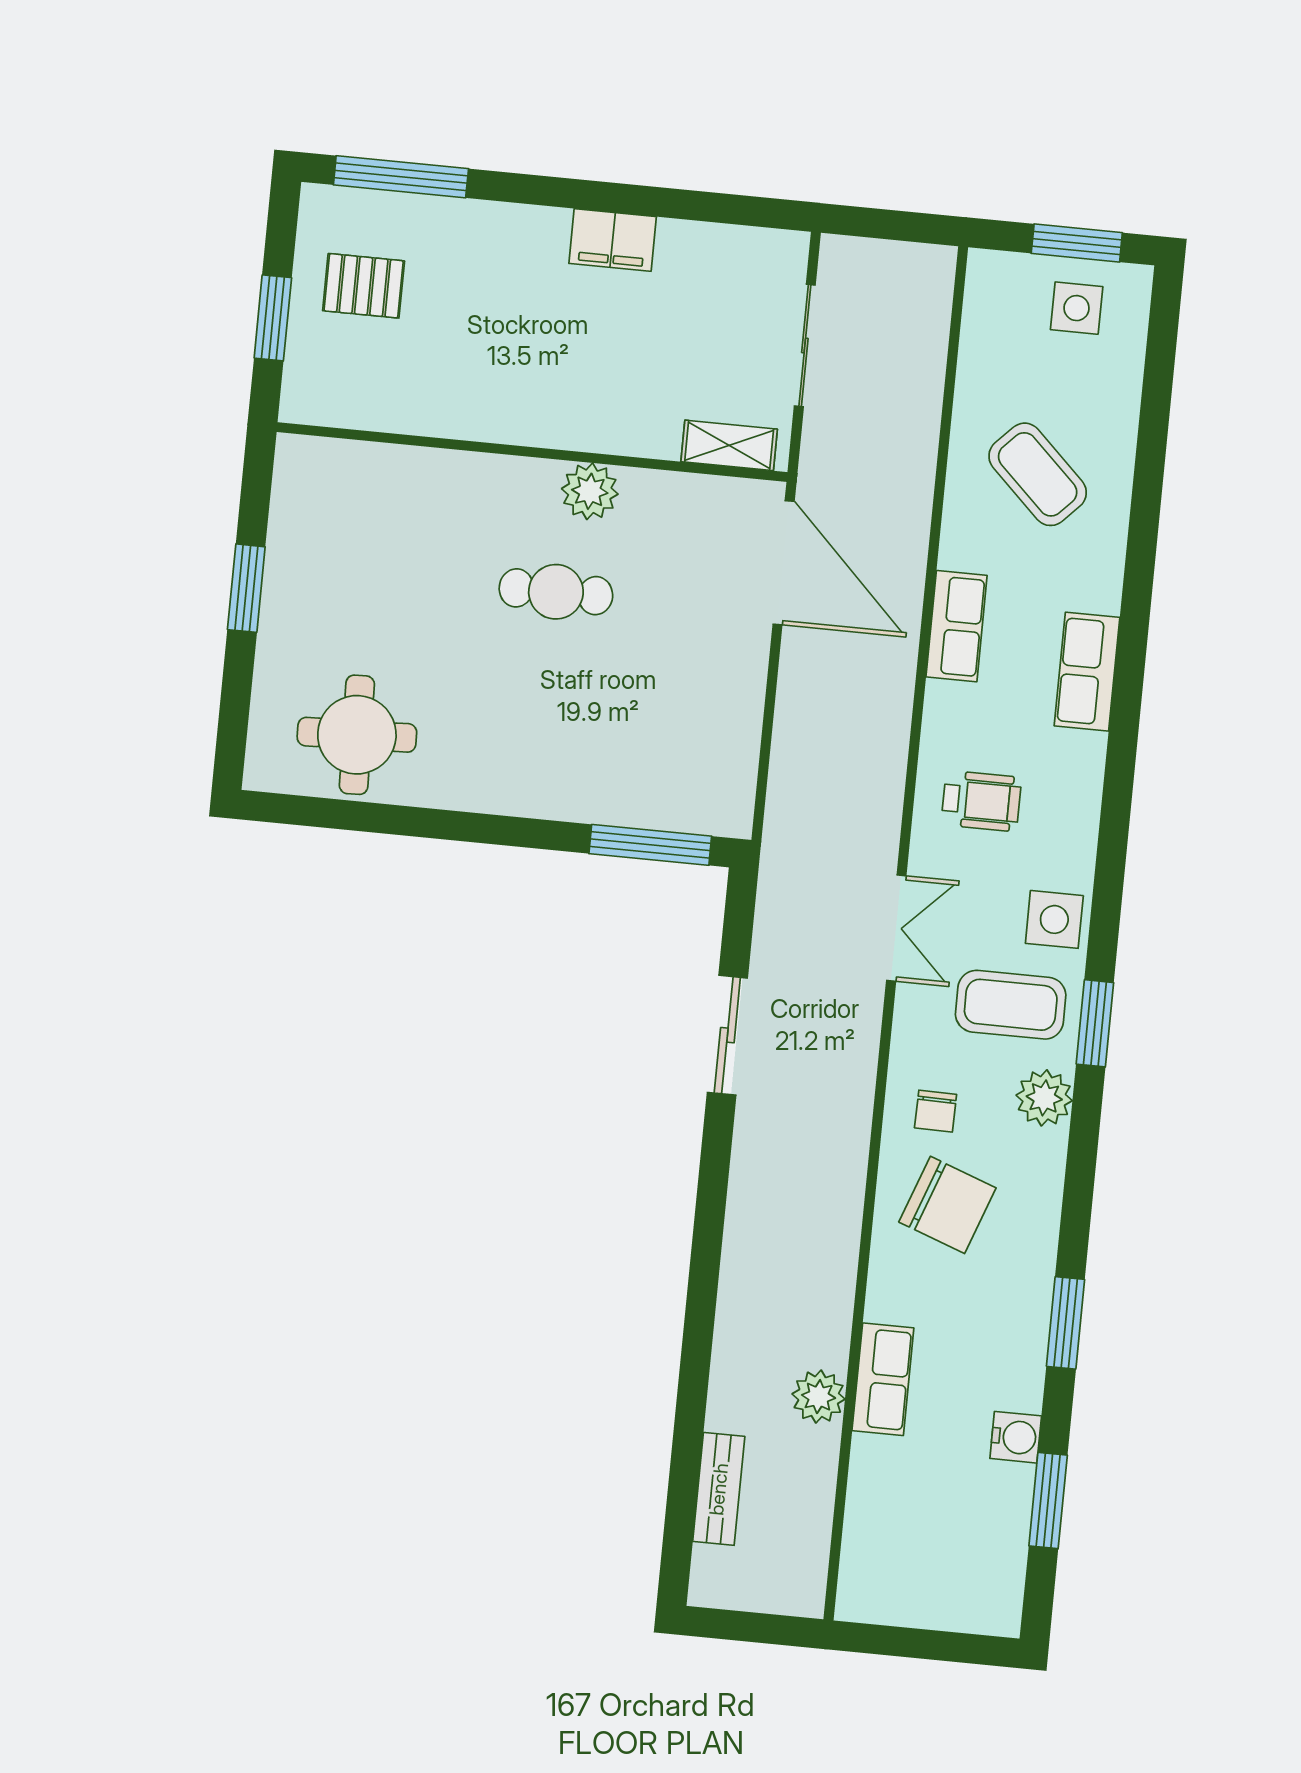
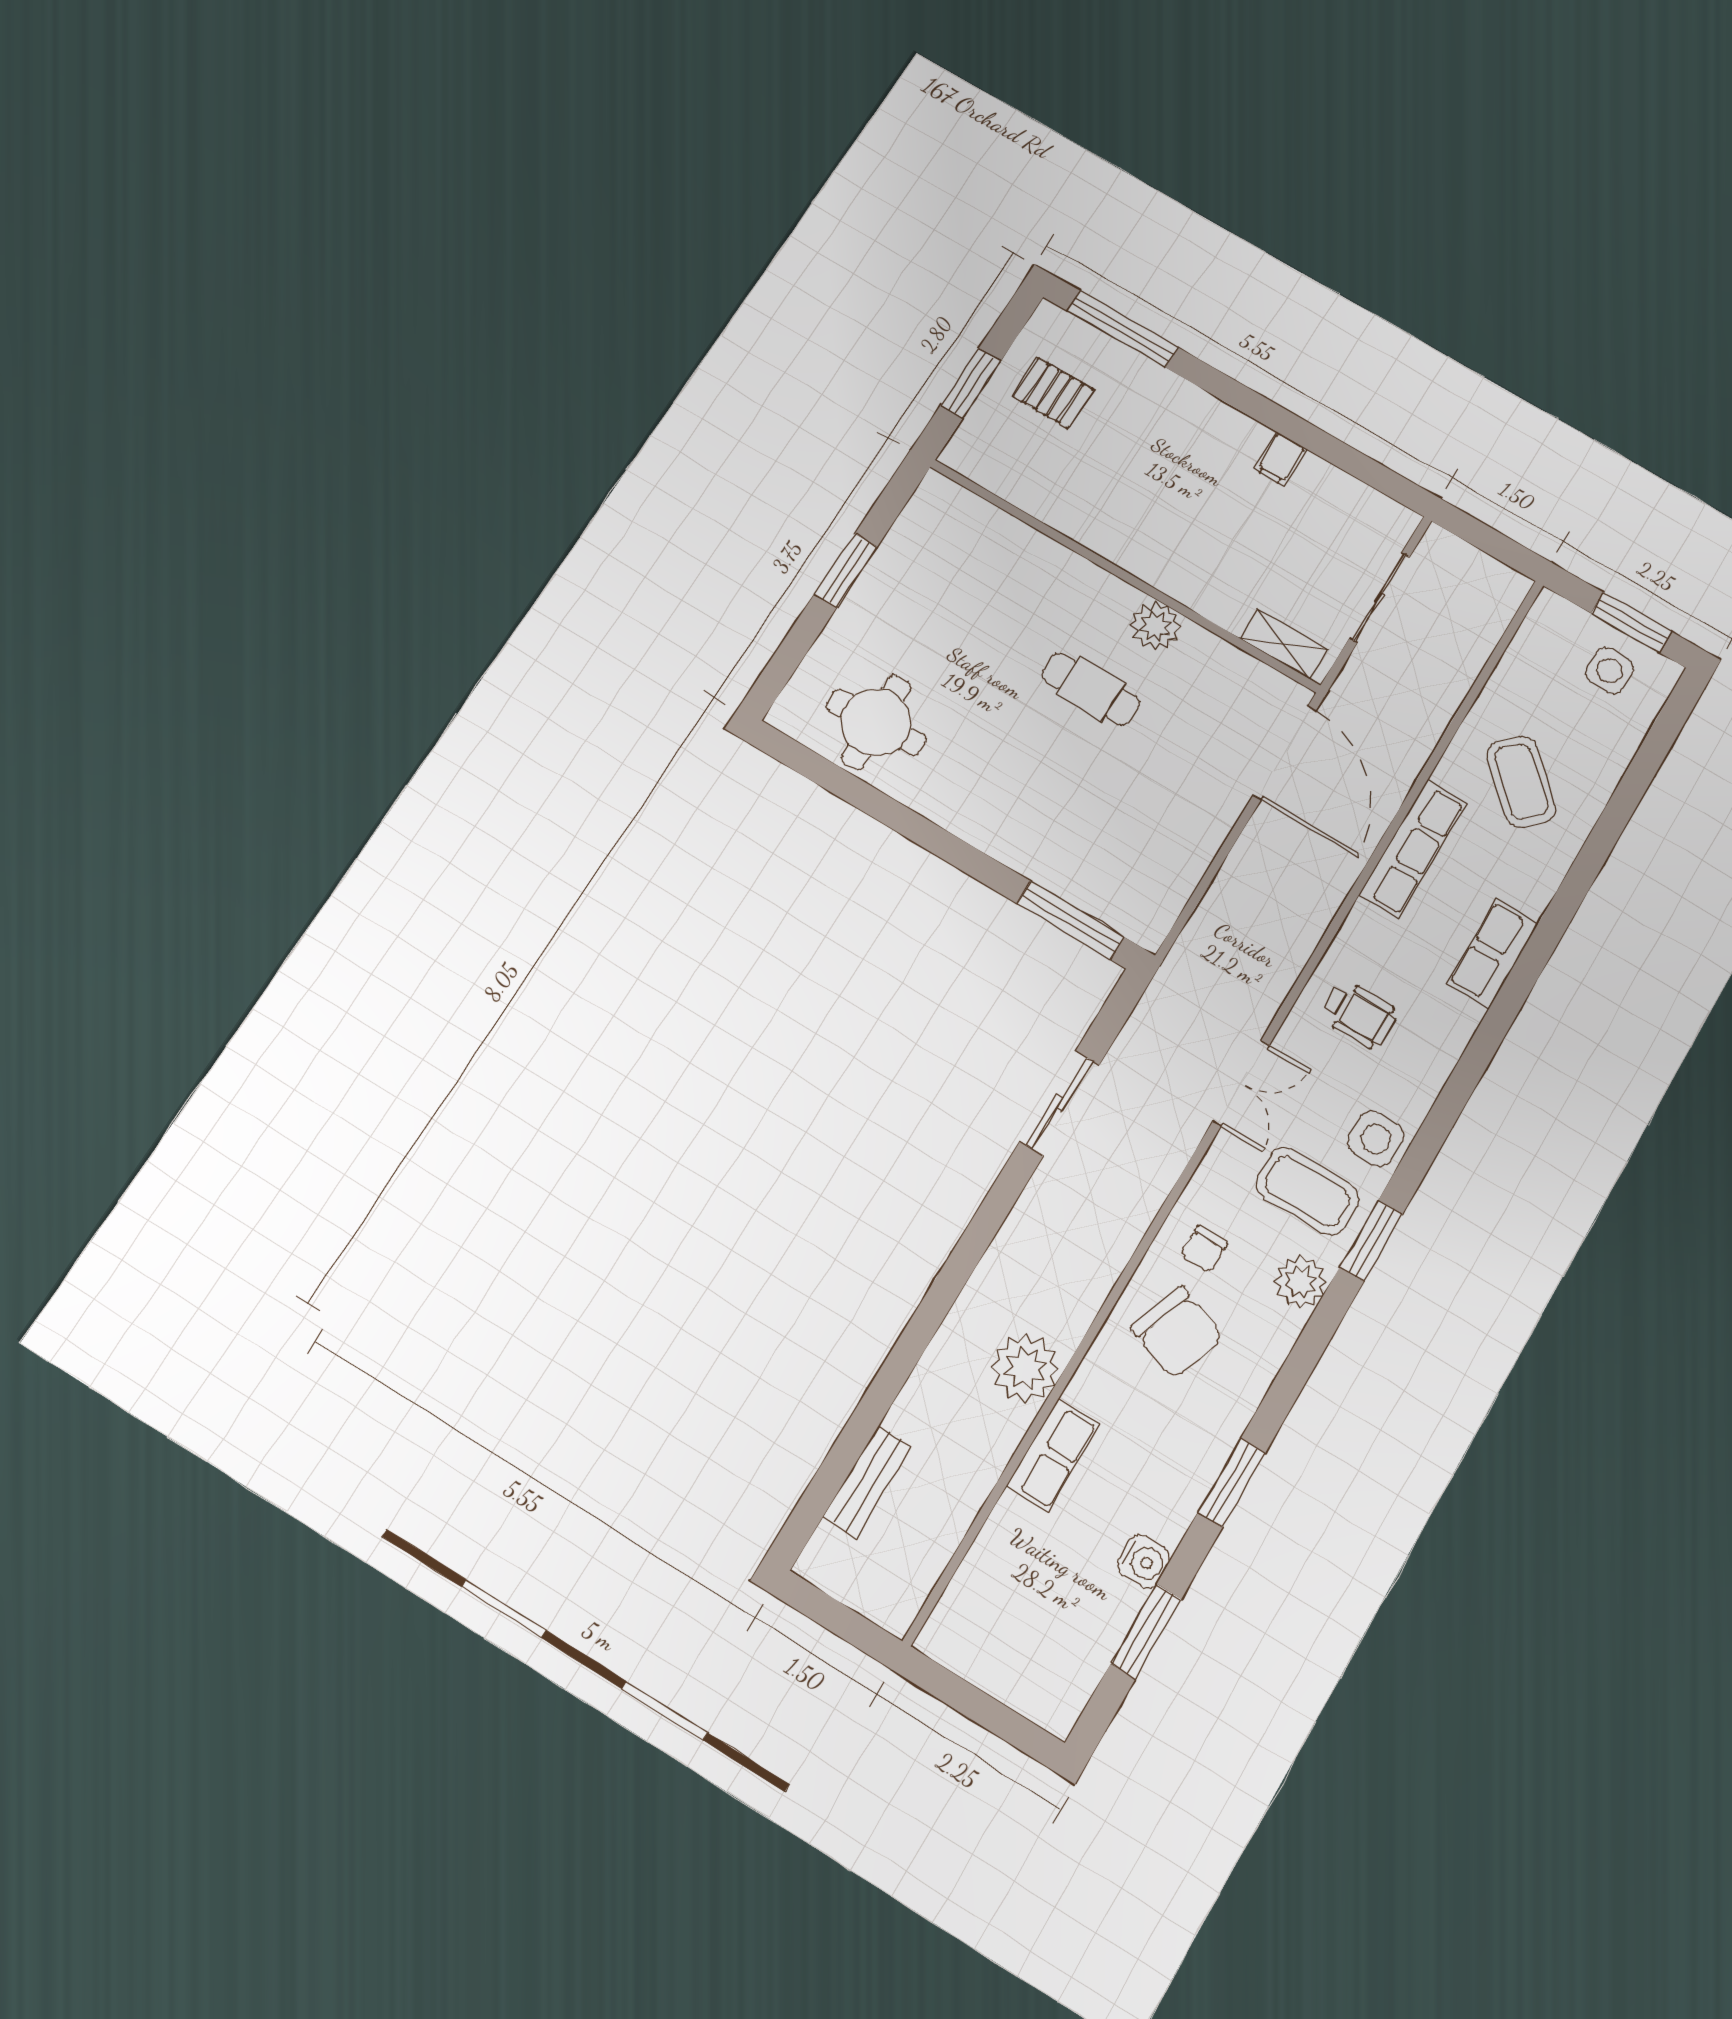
filing cabinet: (613, 240) -> (1280, 459), width x0.50
row of seats: (957, 626) -> (1413, 849), width x1.48
plant: (819, 1397) -> (1025, 1368), moved, width x1.36, depth x1.36

